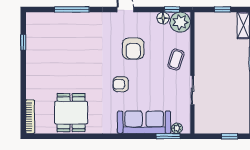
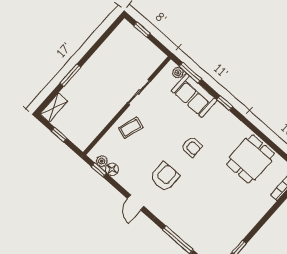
plant: (180, 22) -> (102, 161), width x0.53, depth x0.53
armchair: (133, 49) -> (165, 177), moved
sofa: (144, 122) -> (194, 95), width x0.73
window: (125, 136) -> (225, 103), added

